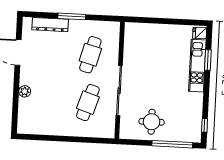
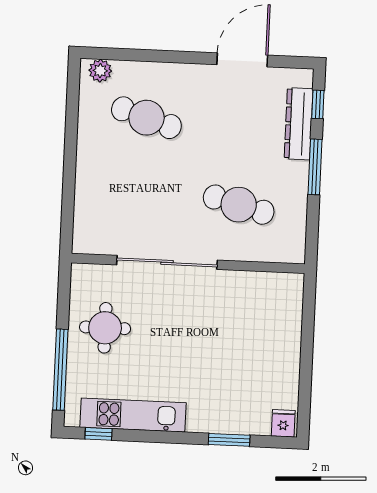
window: (40, 15) -> (318, 104), added
kitchen unit: (197, 66) -> (133, 415), moved
plant: (25, 91) -> (100, 71), moved
cafe table: (88, 103) -> (146, 118), moved

